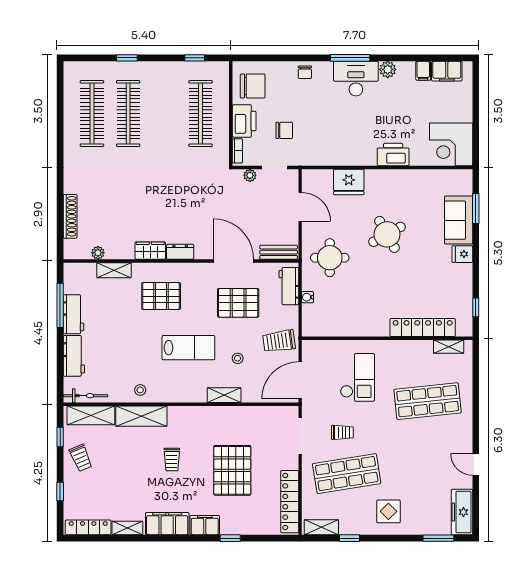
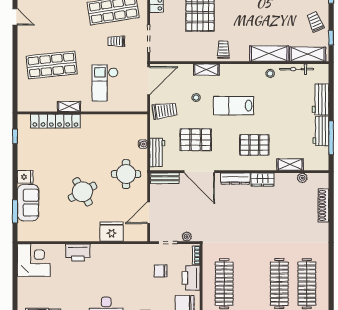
door: (300, 207) -> (149, 213), hinge flipped
dresser: (180, 252) -> (235, 179), width x1.44
shelving: (449, 347) -> (69, 106), moved
bicycle: (85, 396) -> (297, 69), moved
trolley: (172, 460) -> (223, 50), moved

